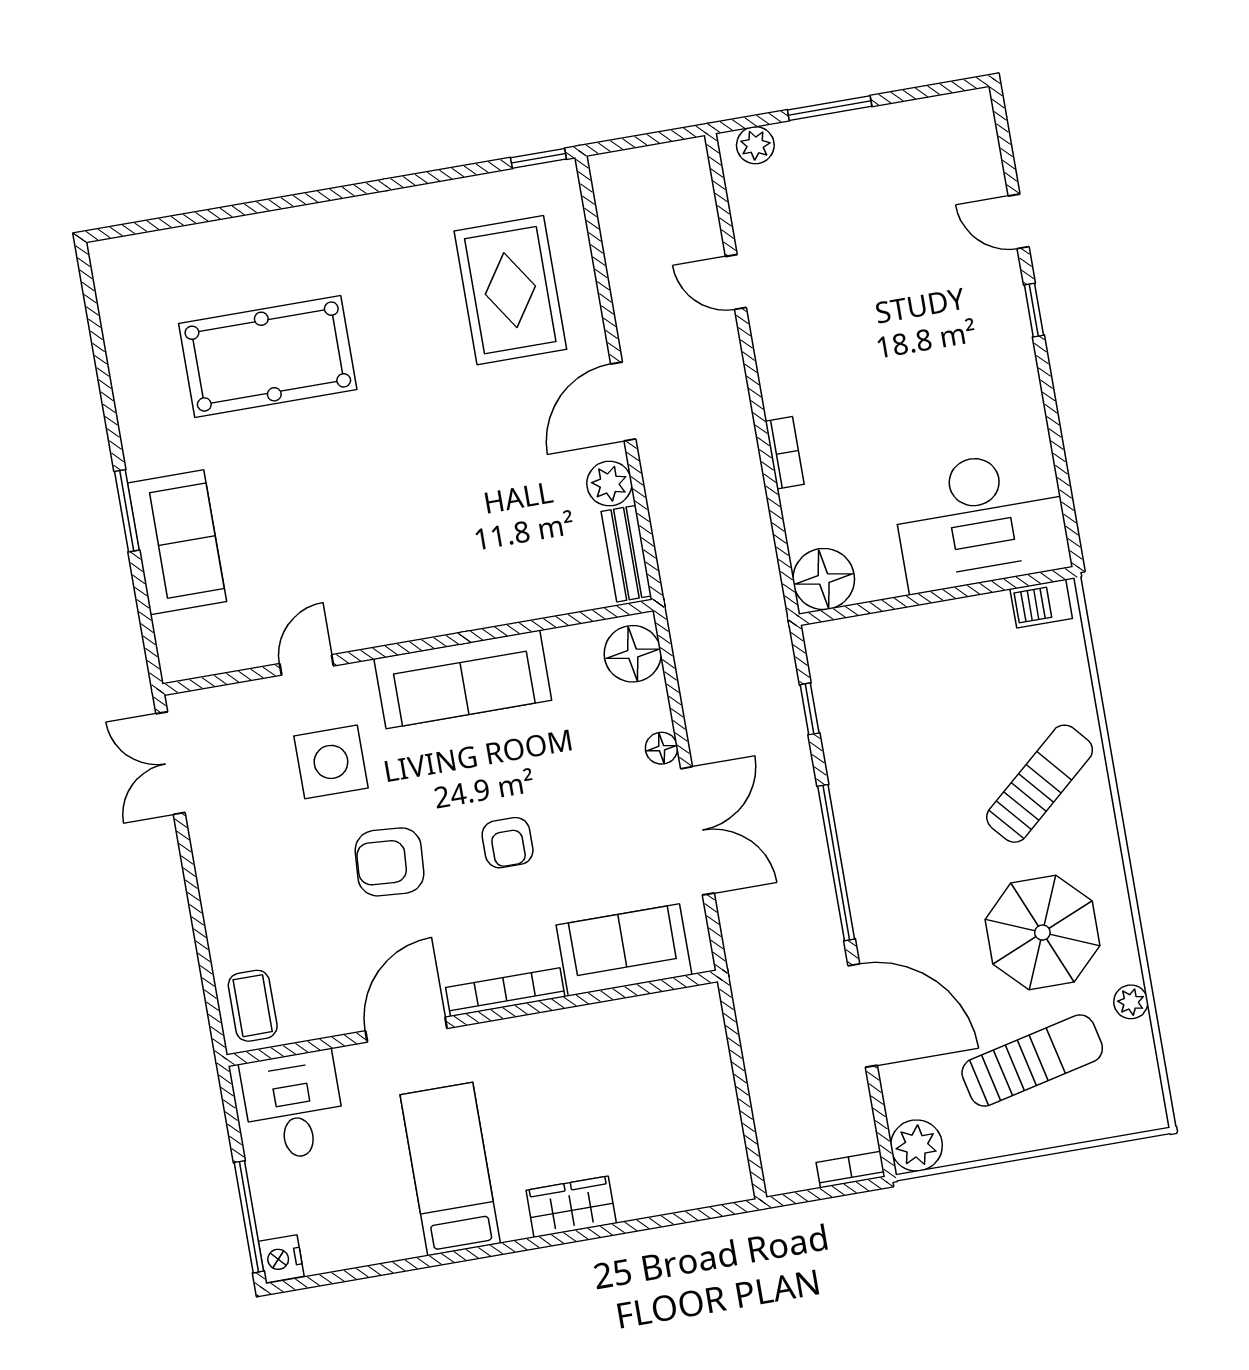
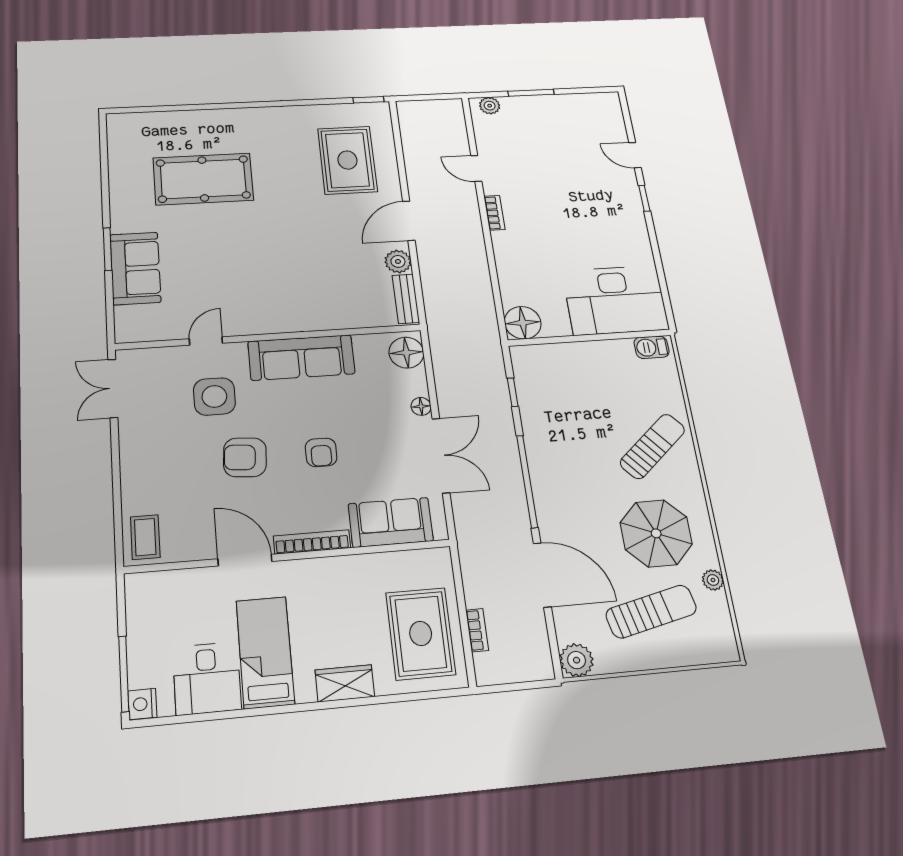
bookcase: (785, 453) -> (494, 213), moved
door: (406, 1030) -> (245, 560), hinge flipped
desk: (293, 1106) -> (207, 678), moved, turned 180
rug: (679, 1123) -> (421, 633), added
bookcase: (851, 1170) -> (477, 630), moved, turned 90

